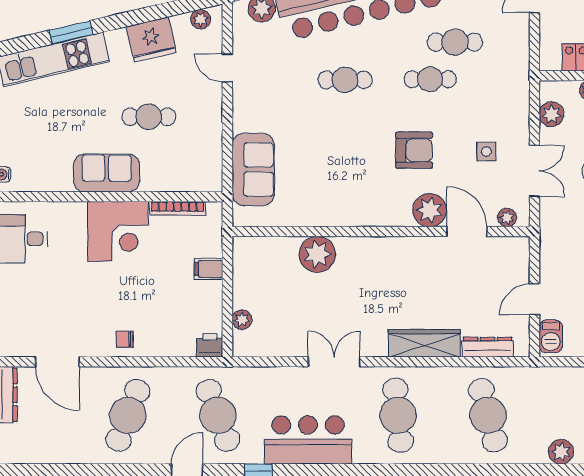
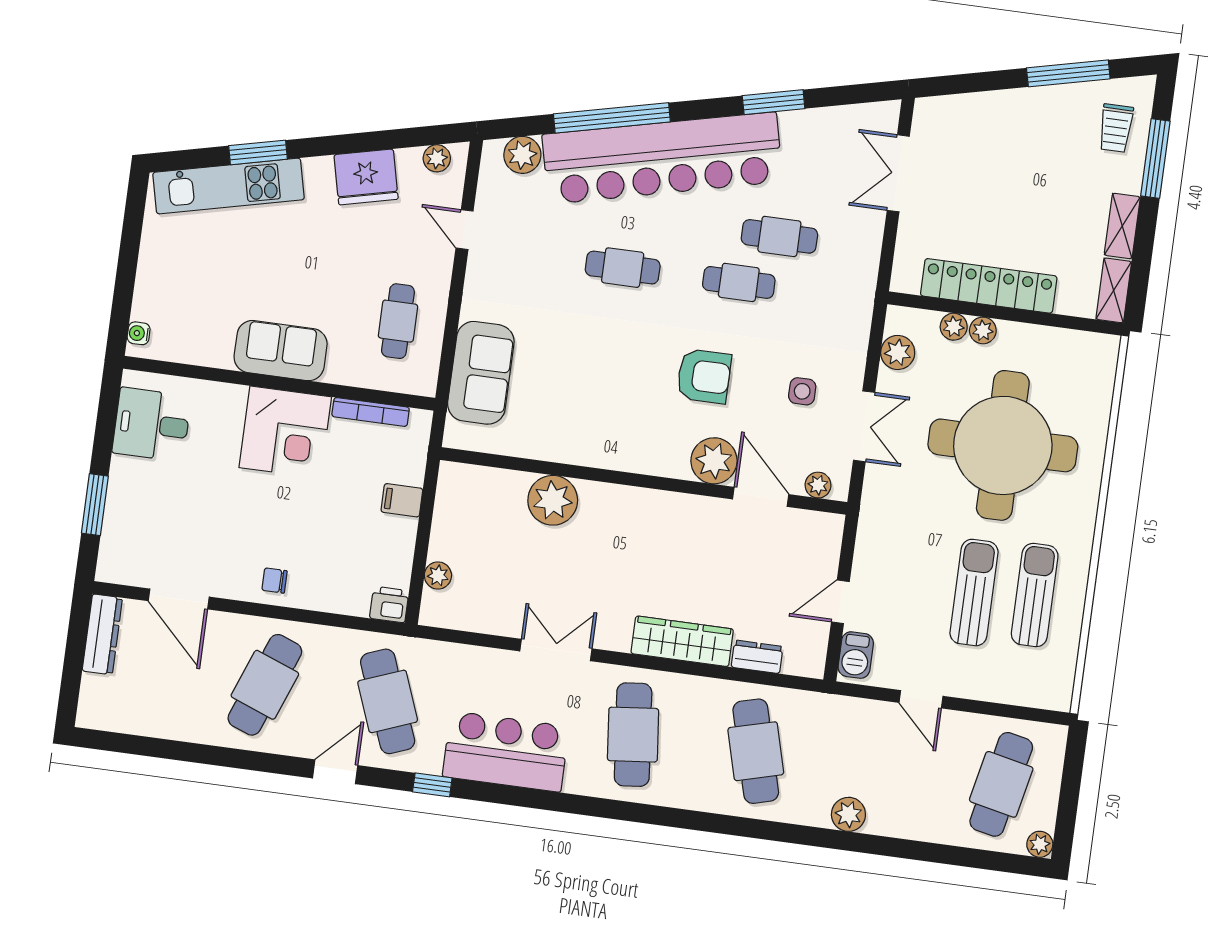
cafe table: (149, 117) -> (398, 321), moved, turned 90
dresser: (488, 347) -> (757, 657), width x0.70

